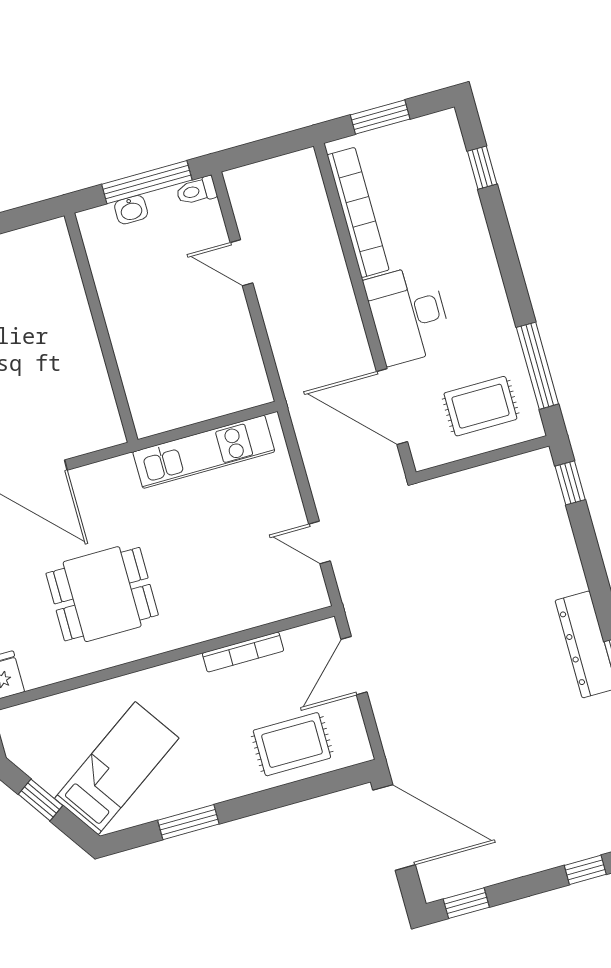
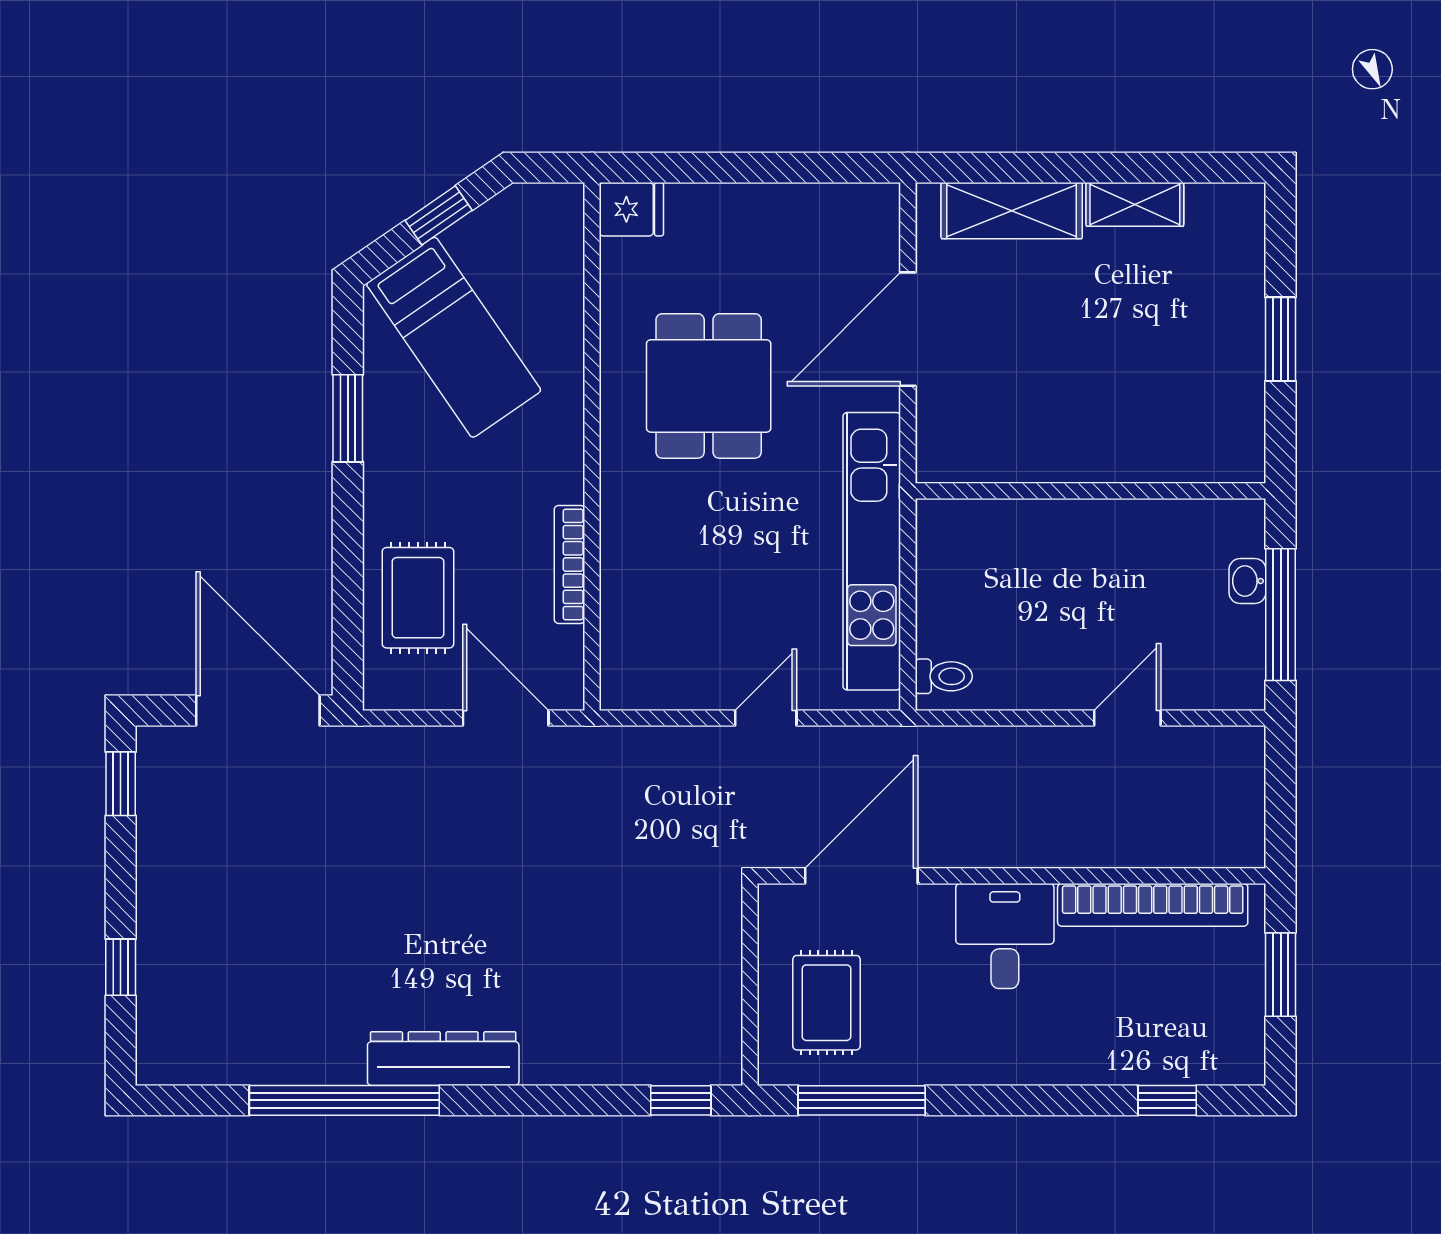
toilet: (196, 191) -> (944, 676), moved, turned 90
desk: (408, 314) -> (1005, 936), width x0.73
kitchen unit: (204, 452) -> (872, 551), width x1.36
door: (320, 542) -> (766, 718), moved
door: (394, 827) -> (258, 711), swing flipped

